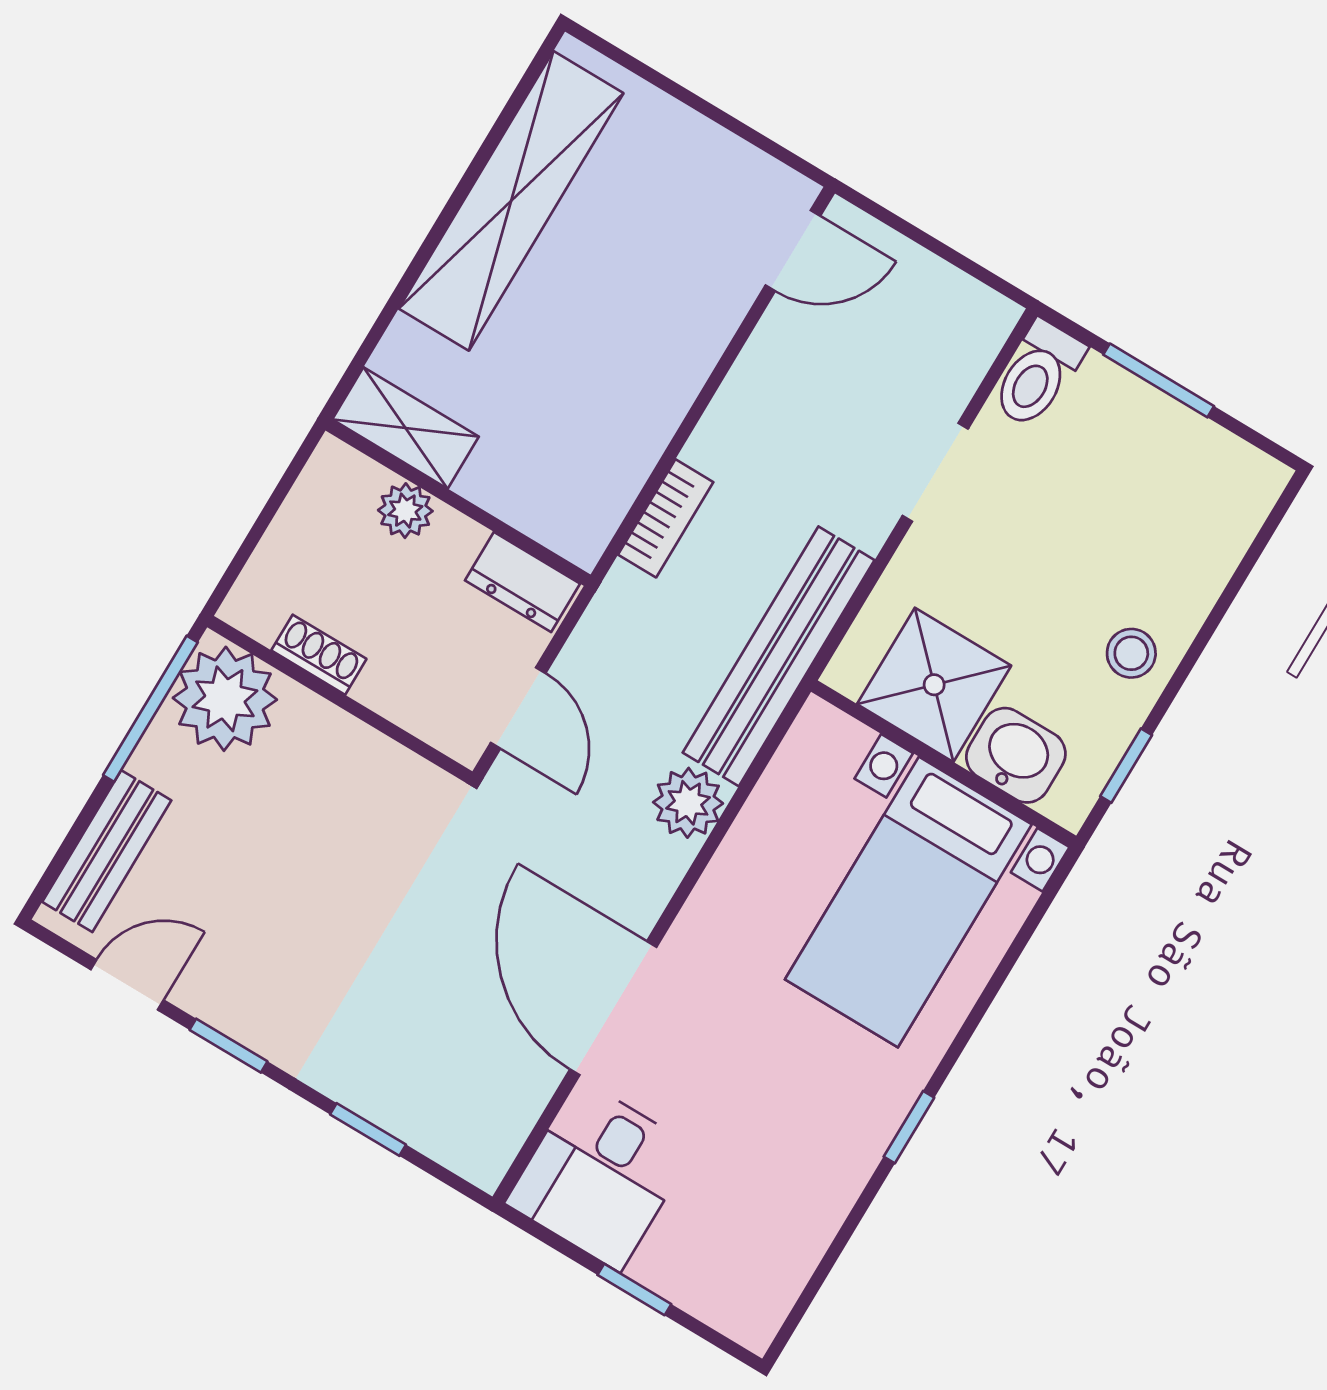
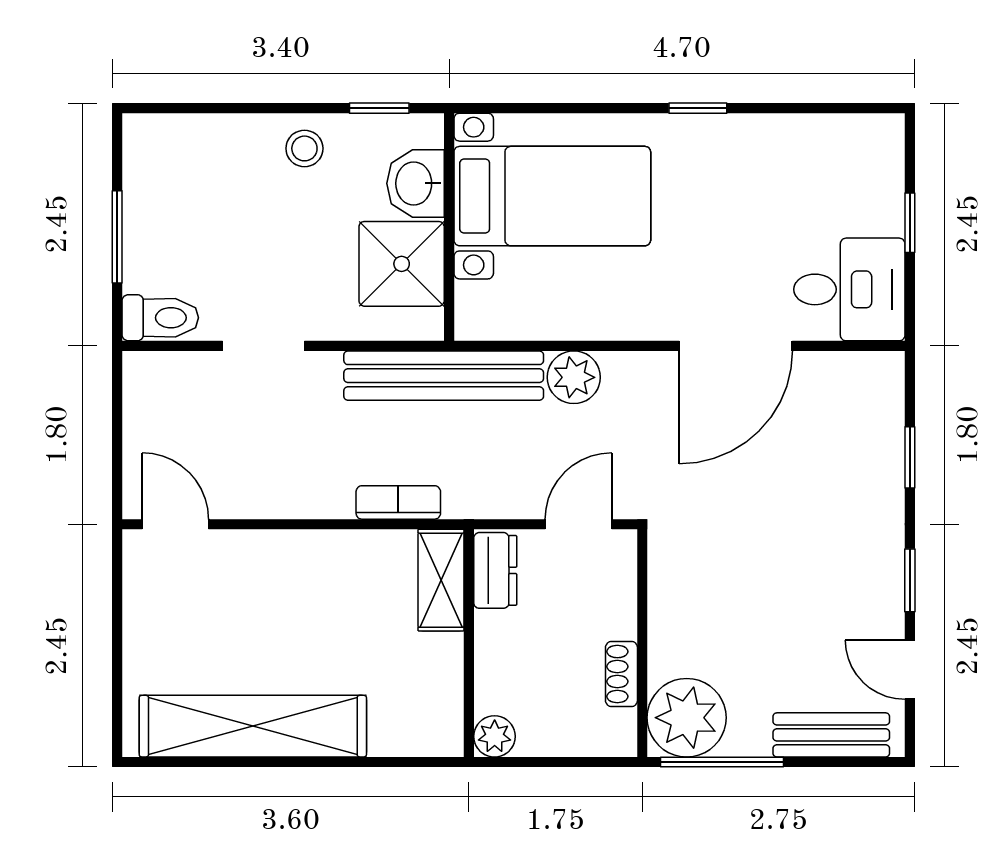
shelving: (405, 428) -> (441, 580), moved
plant: (405, 511) -> (495, 736), moved

